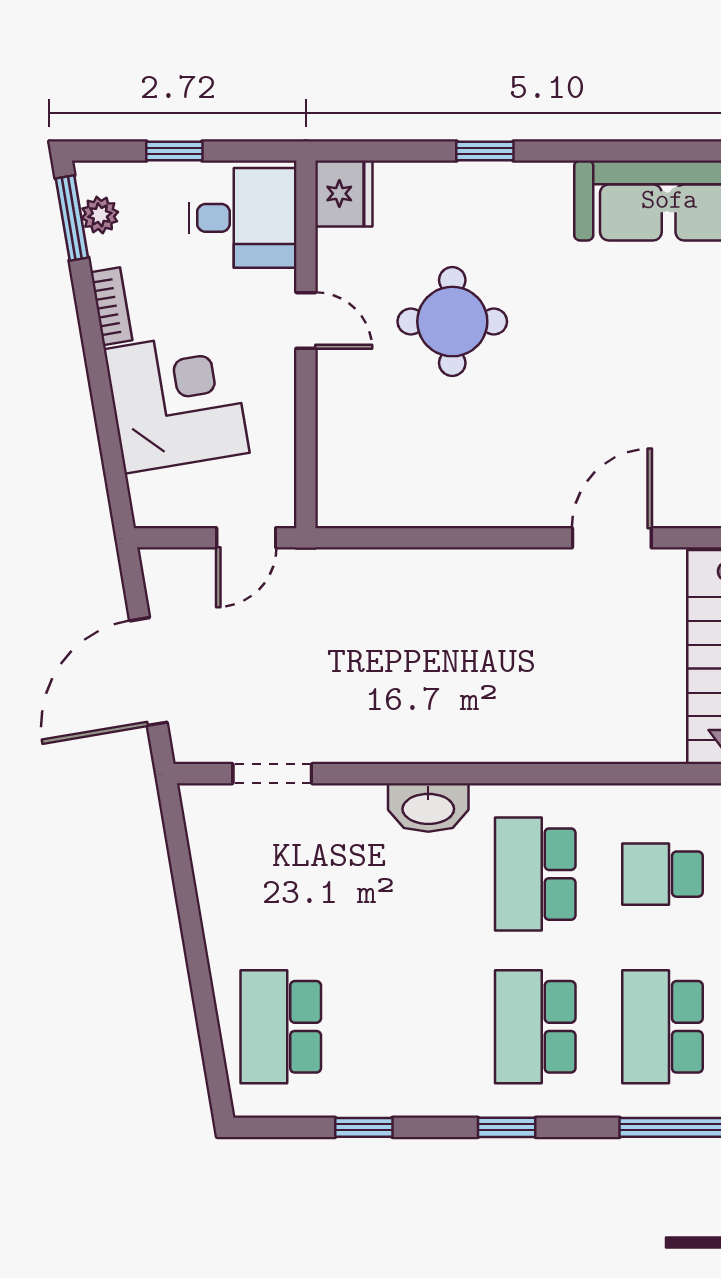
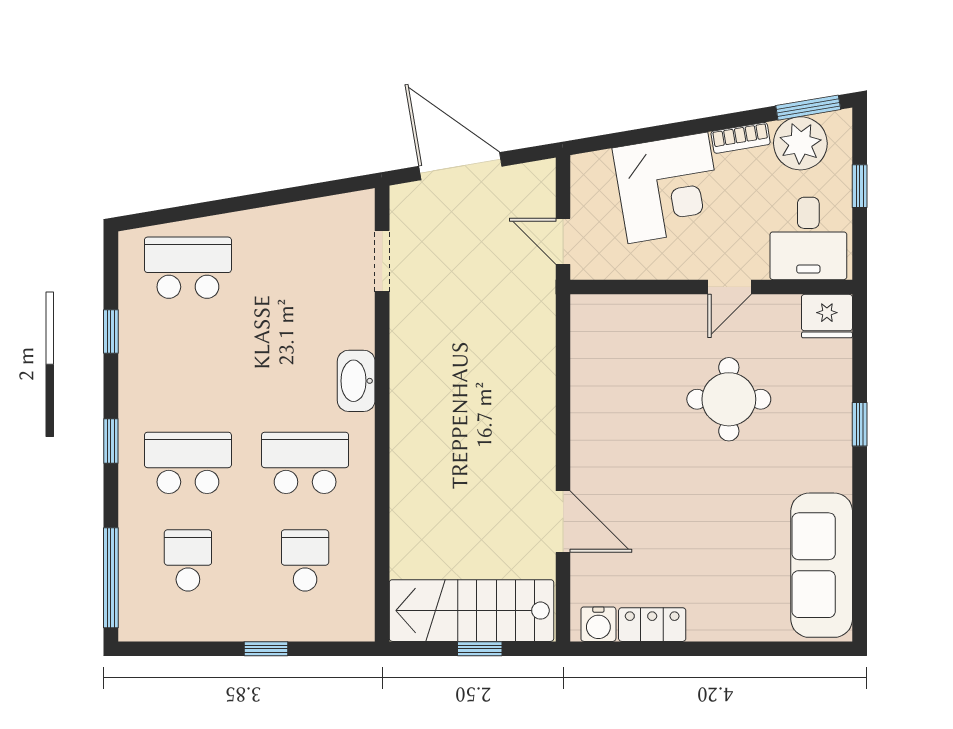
plant: (100, 215) -> (800, 143), width x1.88, depth x1.88
school desk: (662, 1027) -> (188, 560), width x0.54

